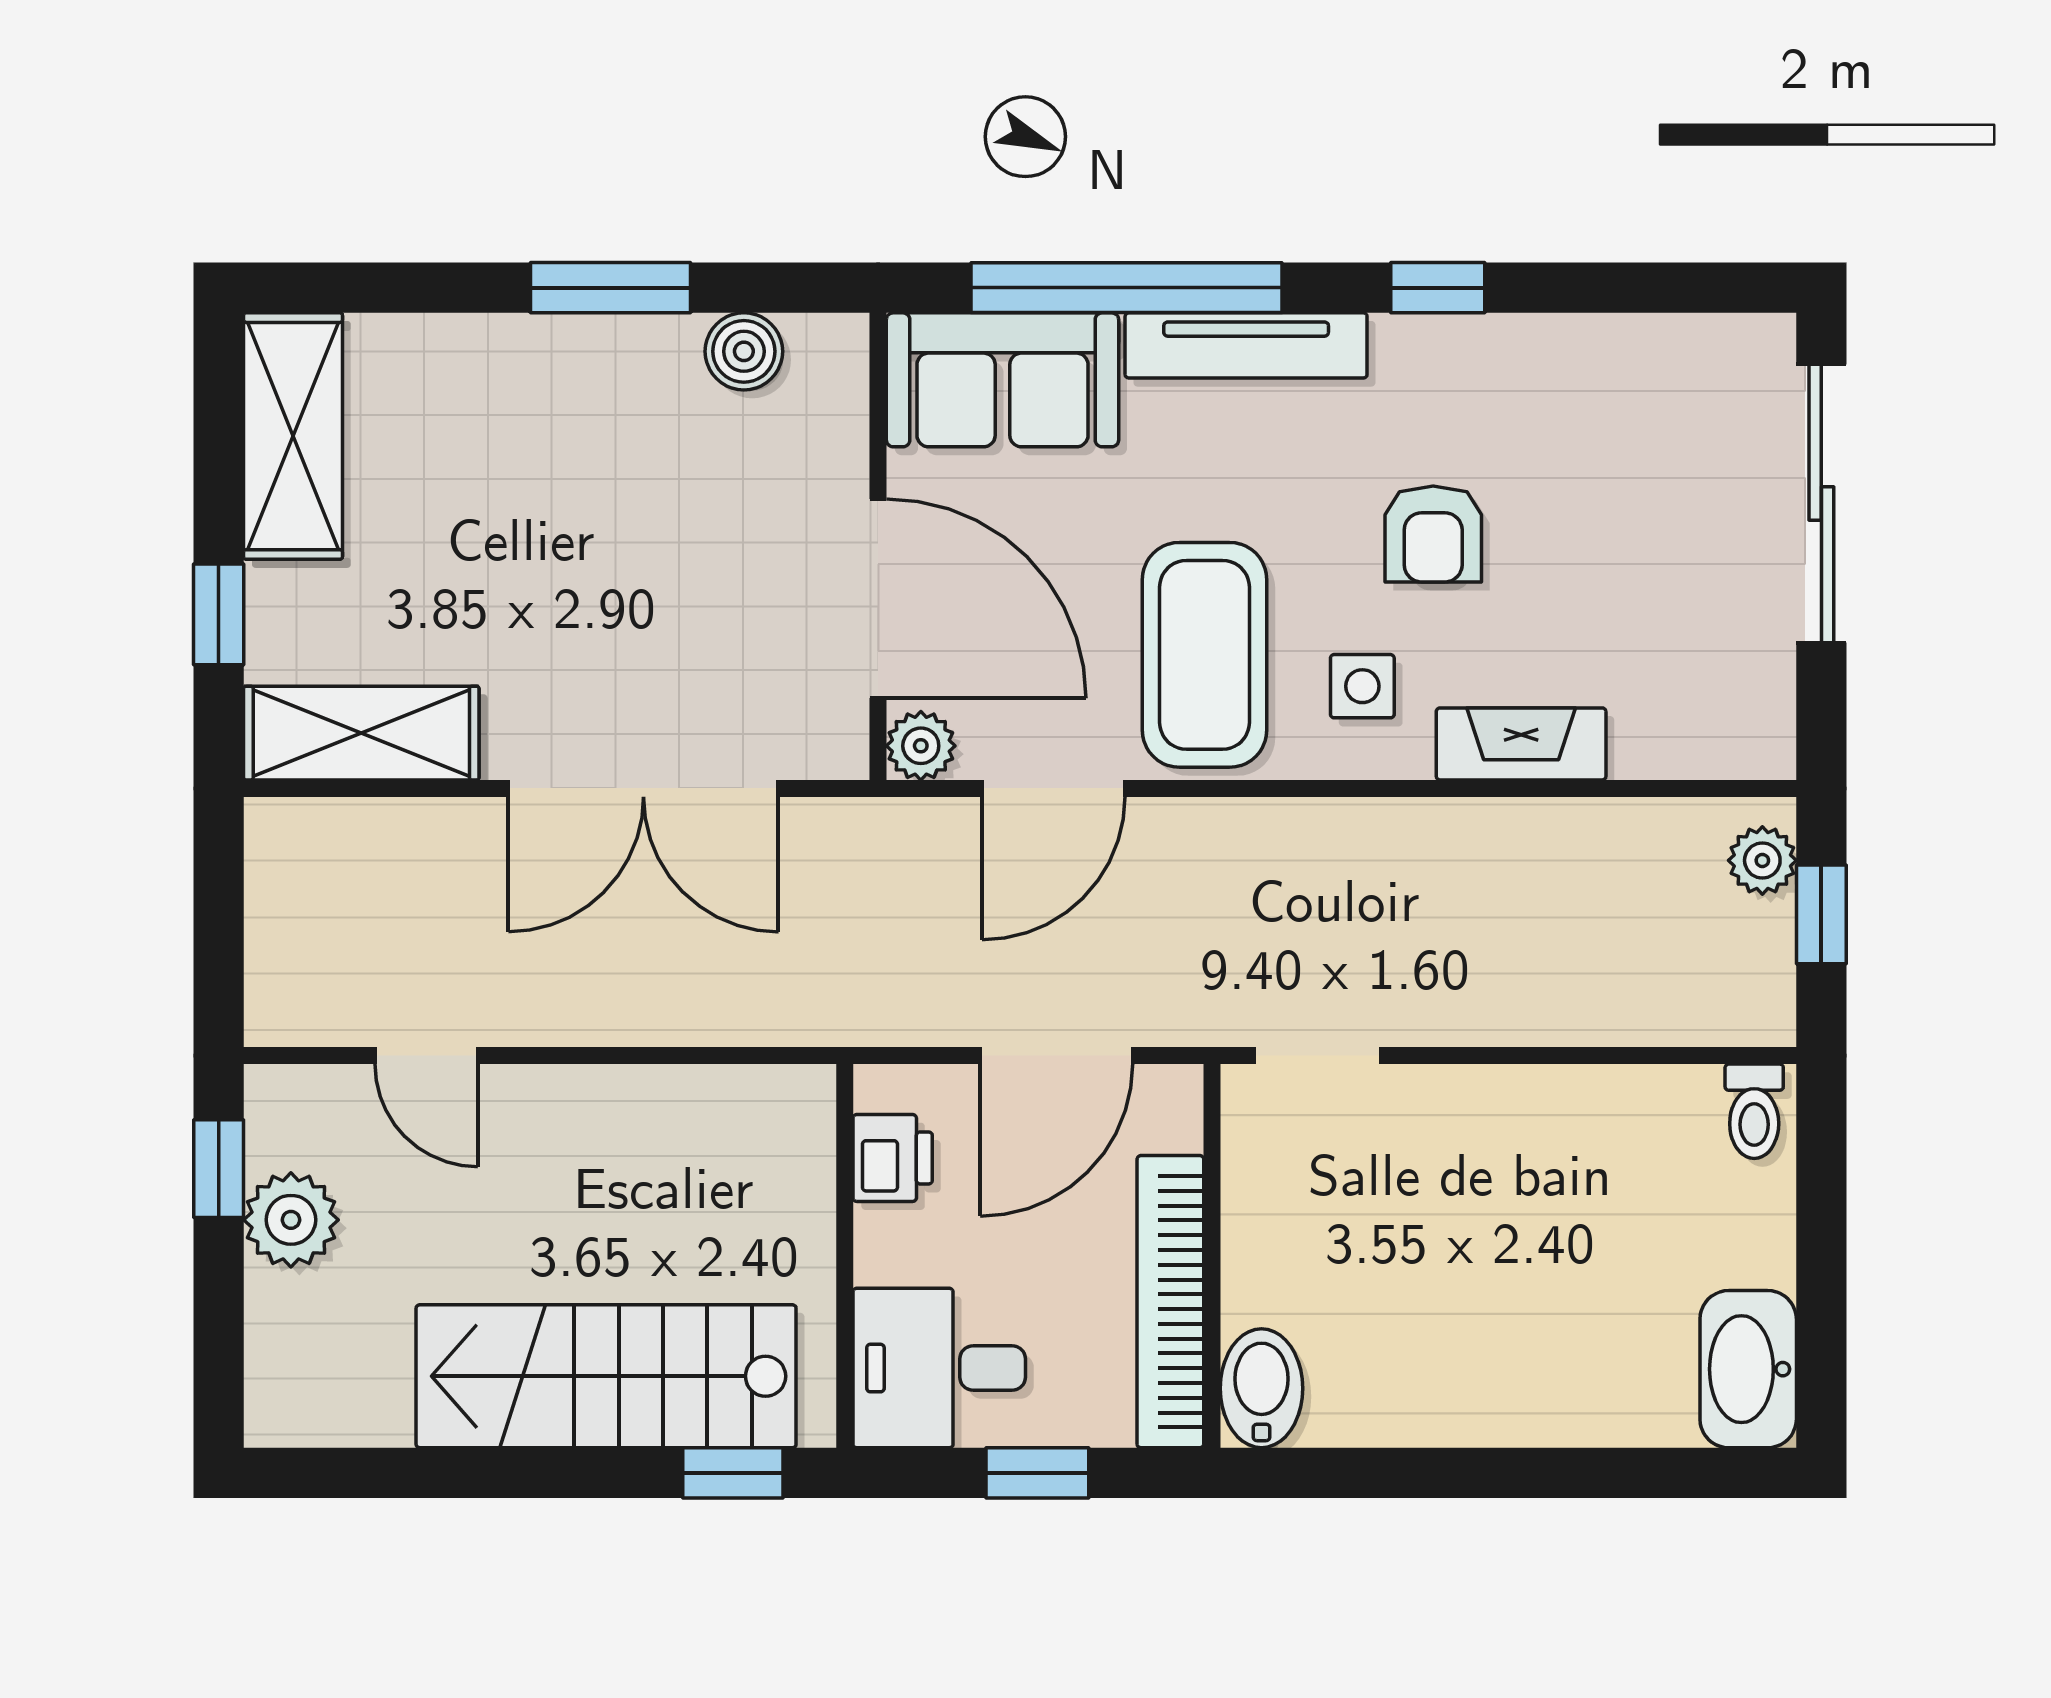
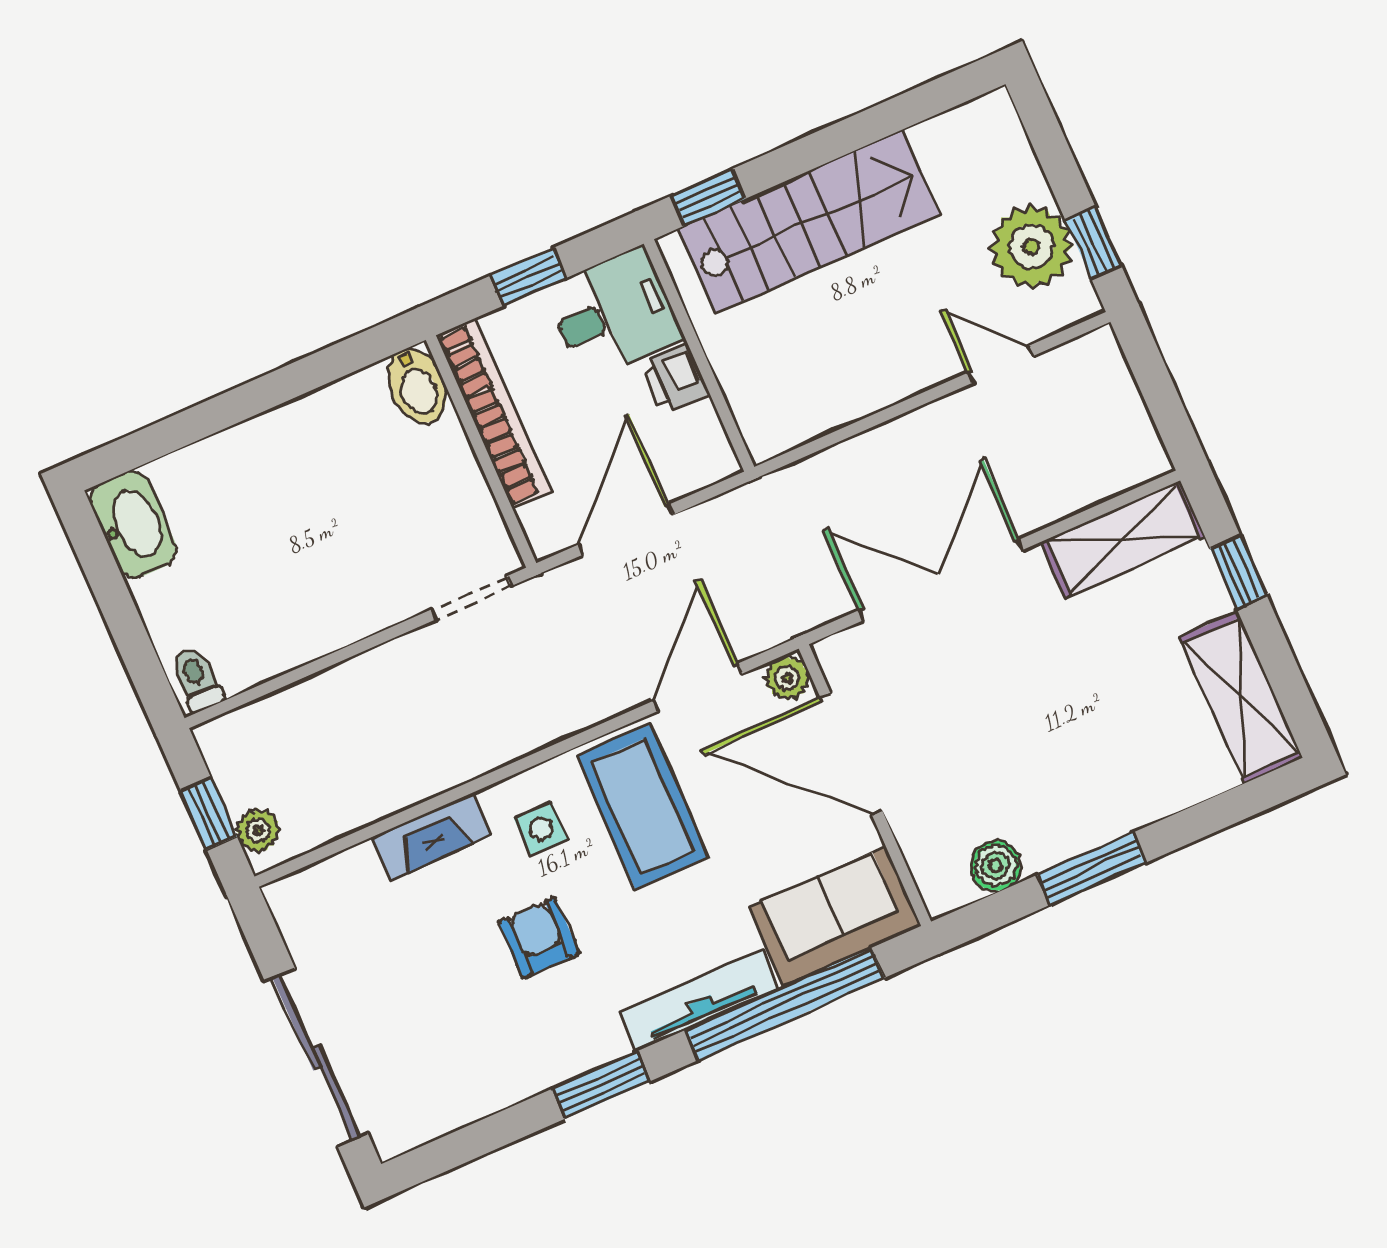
window: (1438, 288) -> (601, 1085), width x1.50
printer: (893, 1158) -> (675, 379), moved
plant: (291, 1220) -> (1031, 246), width x1.36, depth x1.36

